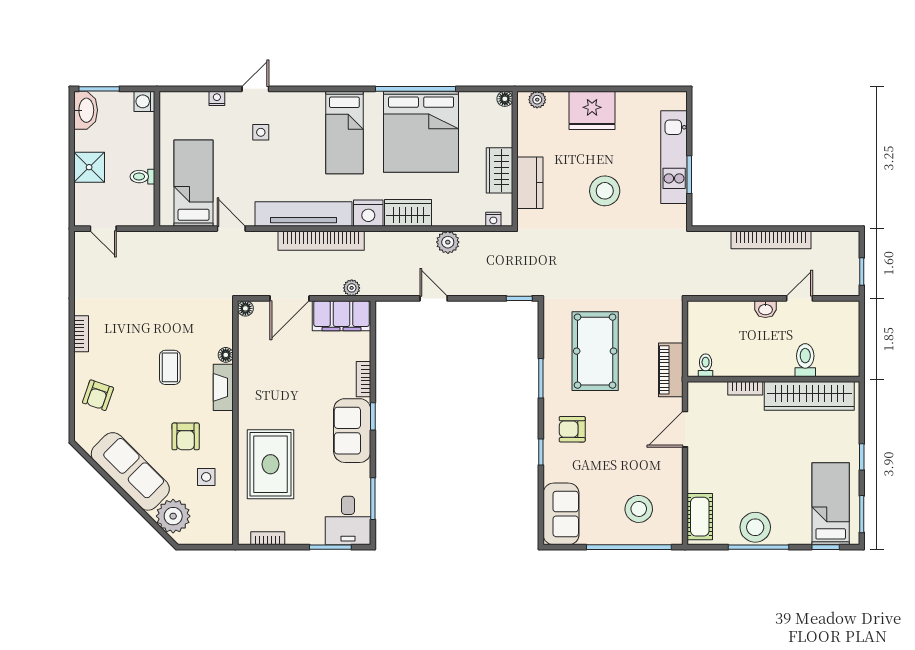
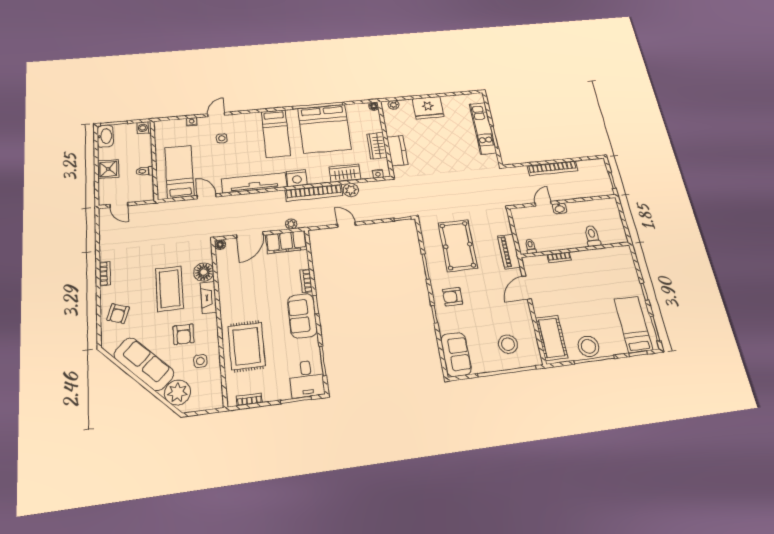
stool: (605, 191) -> (445, 151), removed
wardrobe: (408, 213) -> (345, 173), moved
bookcase: (321, 241) -> (314, 193), moved
door: (799, 298) -> (543, 204), moved
floor lamp: (226, 355) -> (204, 272), width x1.89, depth x1.89
coffee table: (170, 367) -> (170, 289), width x1.86, depth x1.72
wardrobe: (809, 396) -> (601, 257), removed
cot: (700, 517) -> (551, 338), width x1.37, depth x1.34

